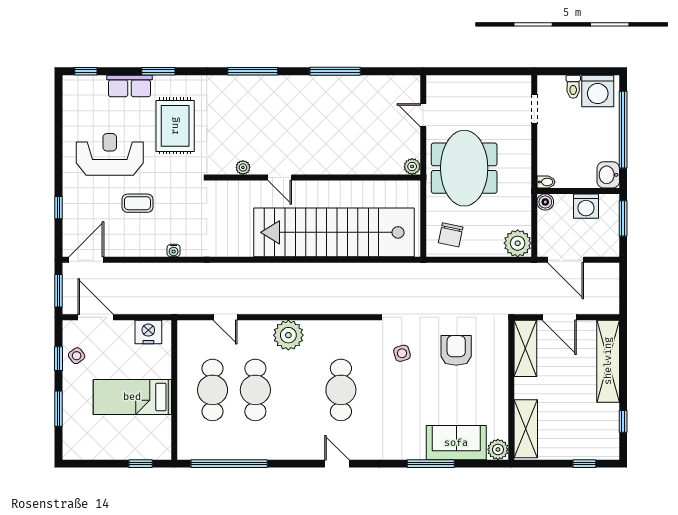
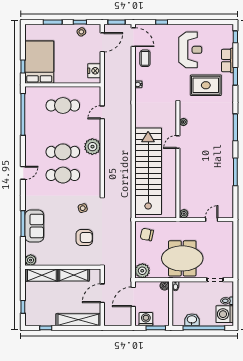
meeting table: (464, 168) -> (182, 258), moved
washbasin: (608, 175) -> (192, 320), moved
coffee table: (137, 203) -> (145, 58), moved
washing machine: (586, 206) -> (146, 319), moved, turned 90
shelving: (525, 348) -> (74, 275), moved
cafe table: (255, 390) -> (63, 152), moved
bed: (132, 397) -> (39, 62), moved, width x1.50
sofa: (456, 443) -> (34, 226), moved

